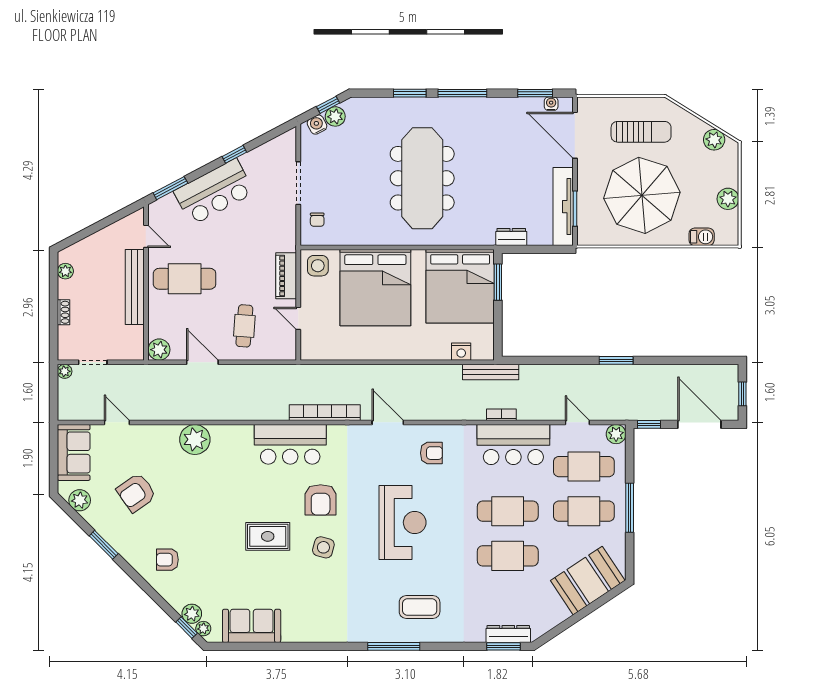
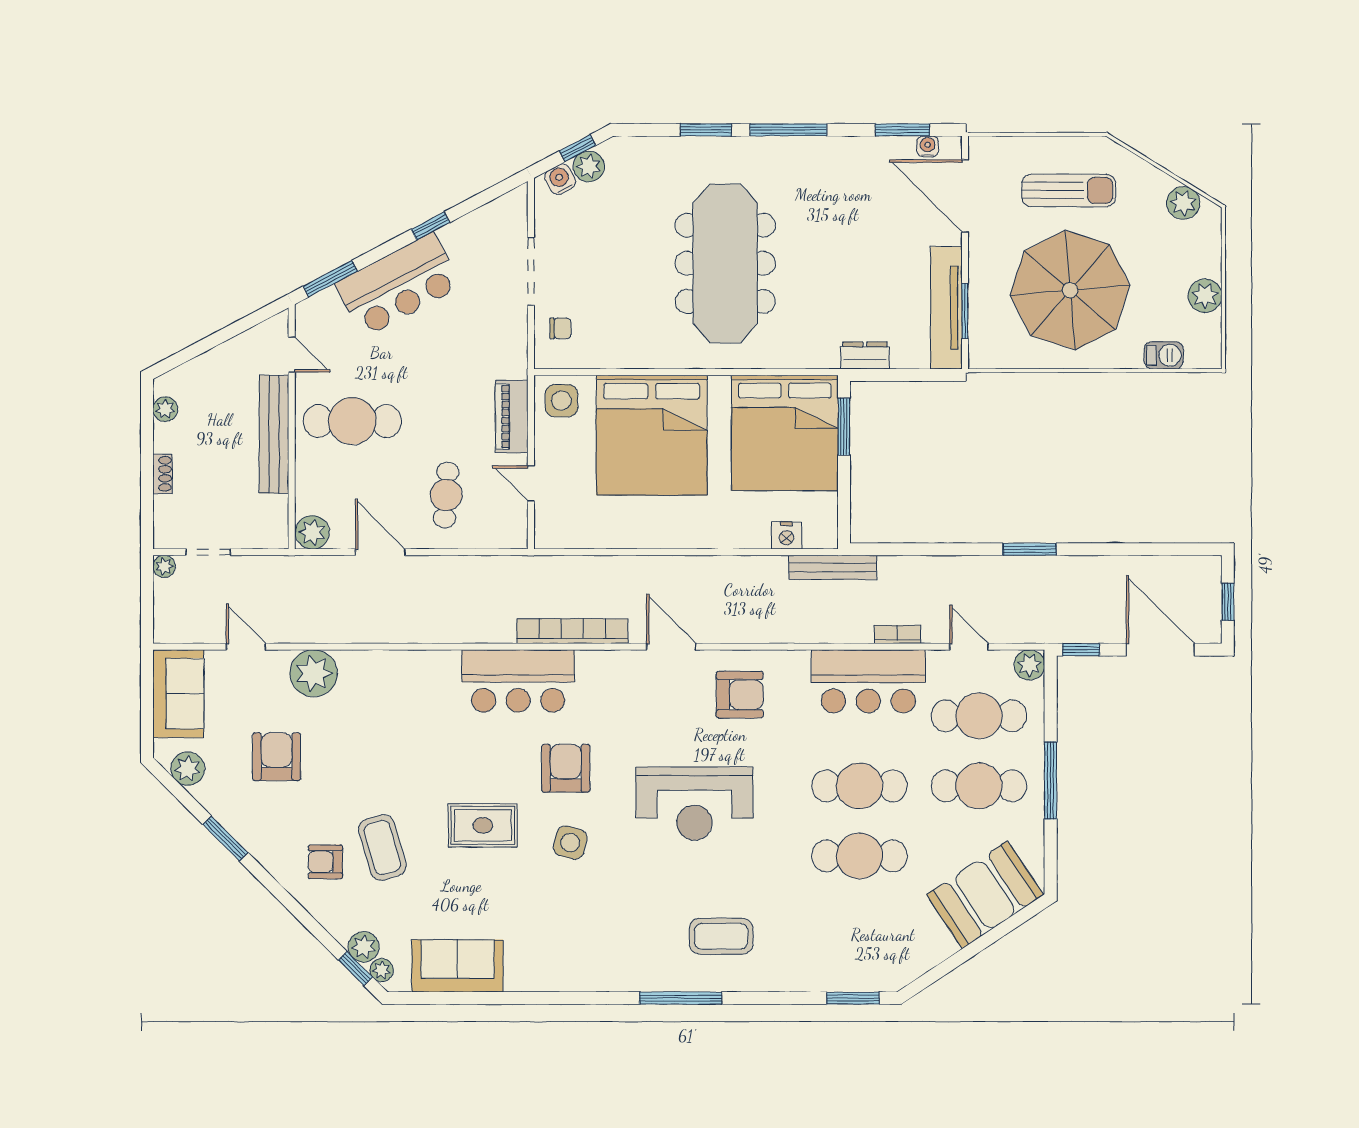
chair: (317, 220) -> (560, 328), turned -90
bookcase: (501, 415) -> (898, 634), moved
plant: (195, 439) -> (314, 673), moved
armchair: (431, 453) -> (740, 695), width x1.38, depth x1.38
armchair: (136, 493) -> (277, 757), turned 125
armchair: (321, 500) -> (566, 768), turned 180
reception desk: (403, 522) -> (694, 804), turned 90
coffee table: (204, 550) -> (382, 847), added
dresser: (508, 634) -> (860, 979), removed

